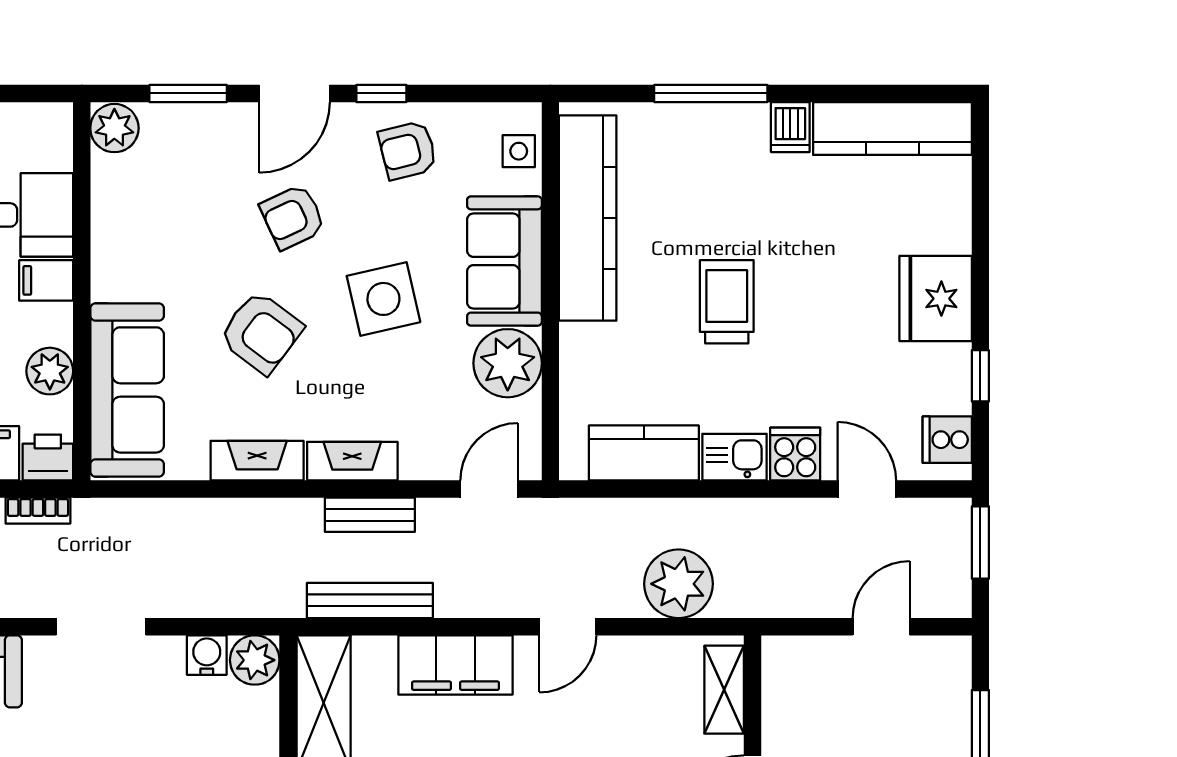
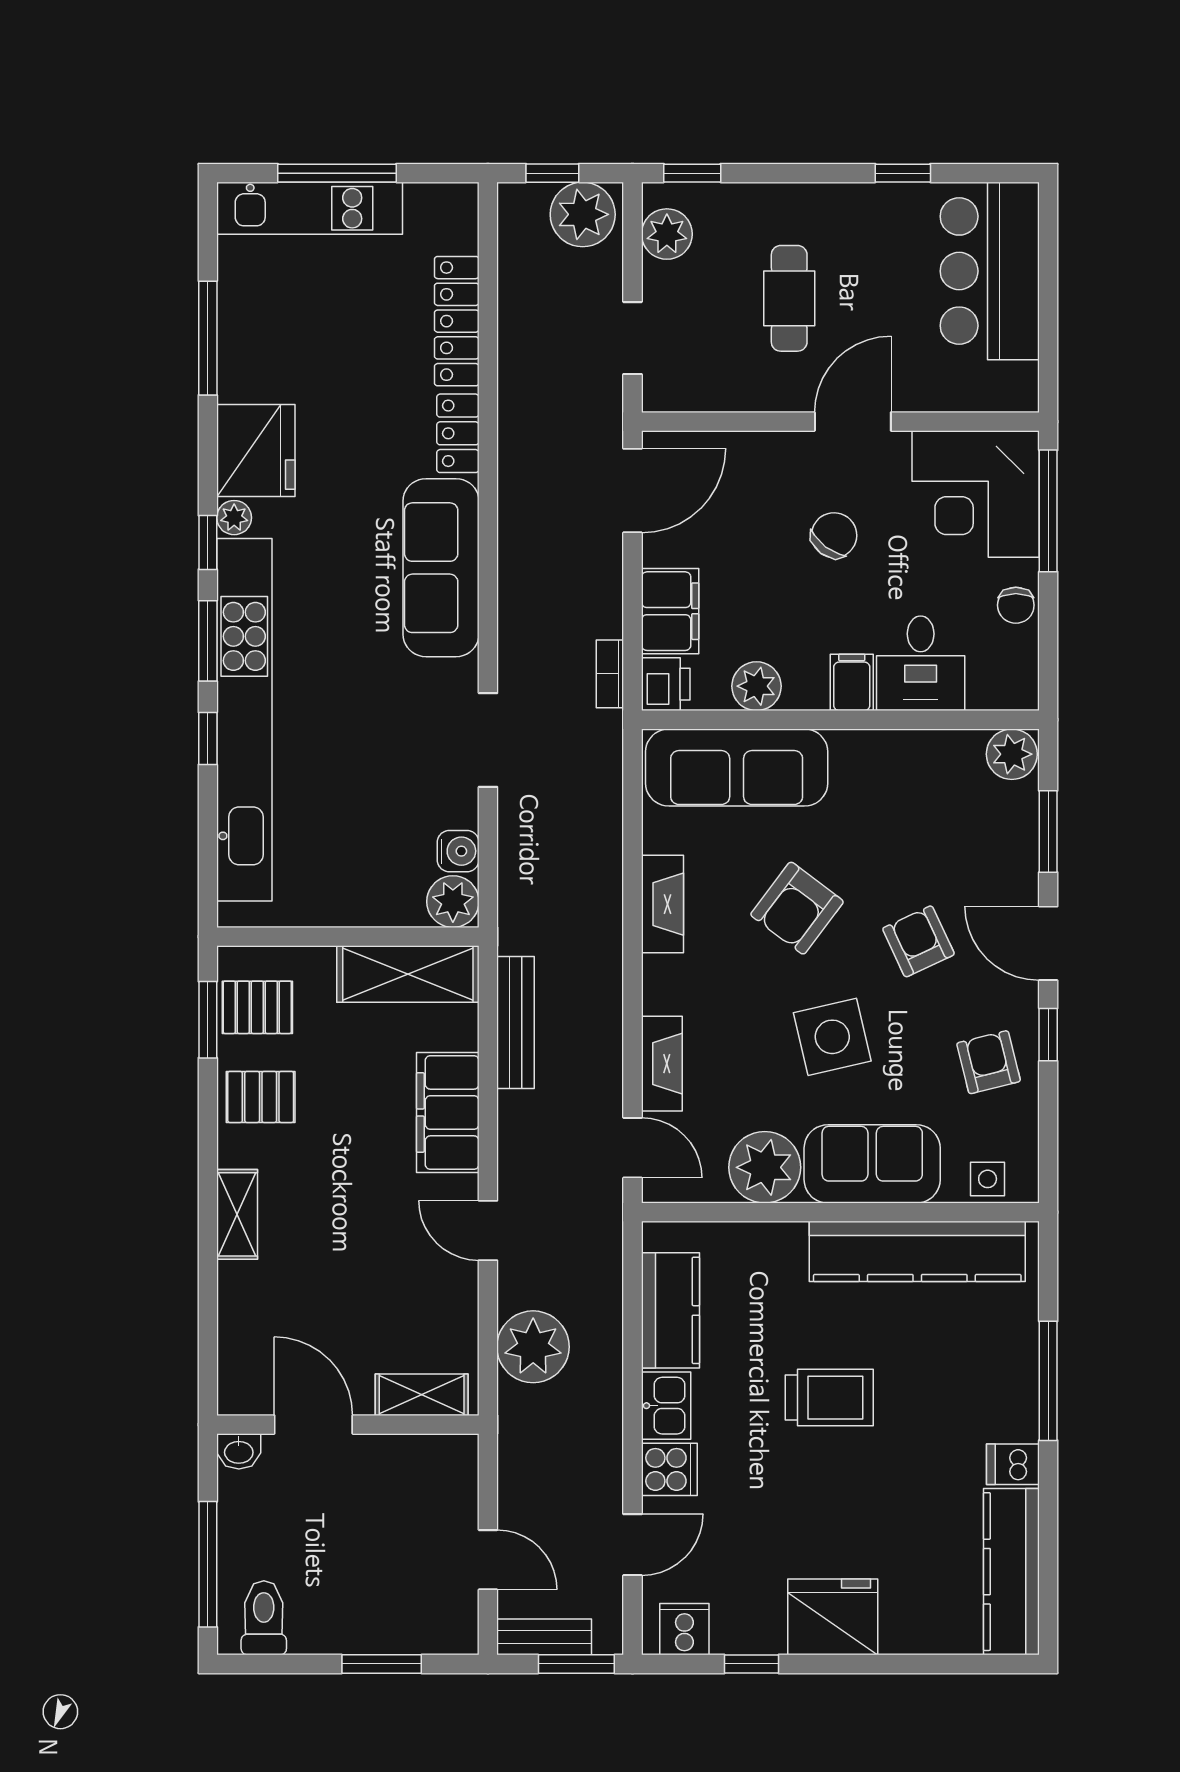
fireplace: (352, 461) -> (662, 1064), moved
bench: (370, 515) -> (544, 1637), moved, turned 90

